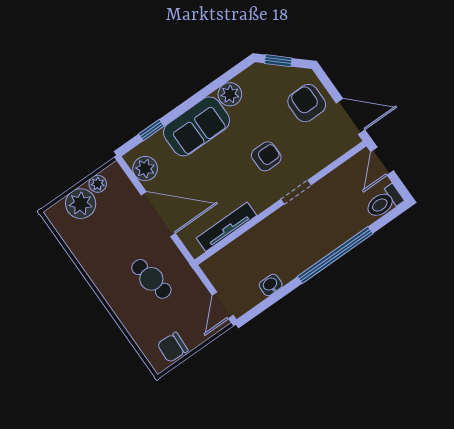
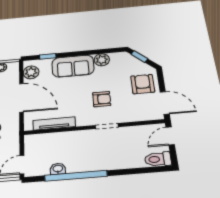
window: (335, 255) -> (76, 176), moved

